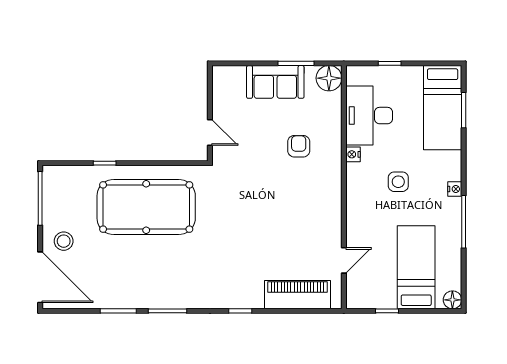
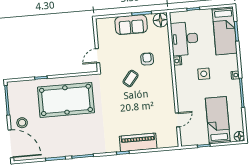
door: (210, 132) -> (98, 56), swing flipped
coffee table: (266, 179) -> (131, 79), added
piano: (297, 295) -> (138, 142), moved

